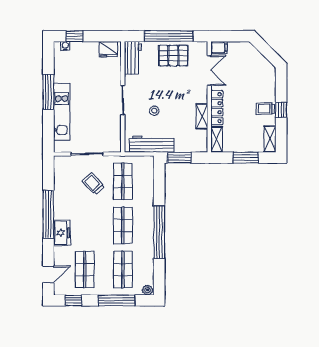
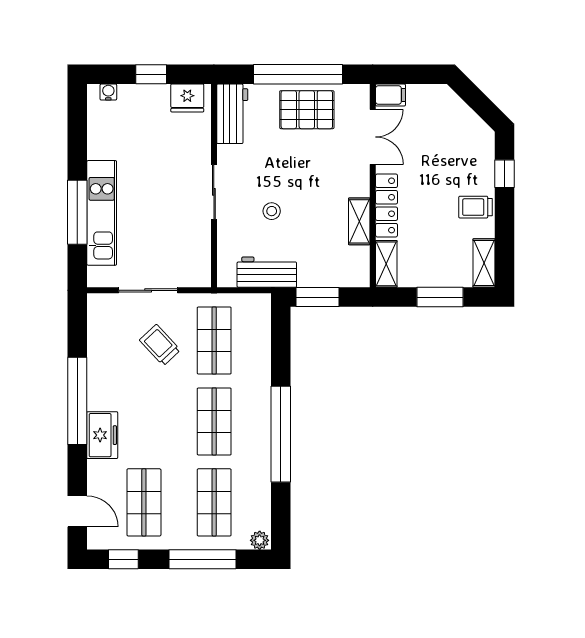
window: (74, 36) -> (151, 74), moved
window: (48, 92) -> (77, 212), moved
window: (281, 110) -> (505, 174), moved
workbench: (152, 144) -> (267, 272), width x0.73
door: (48, 274) -> (77, 511), hinge flipped

